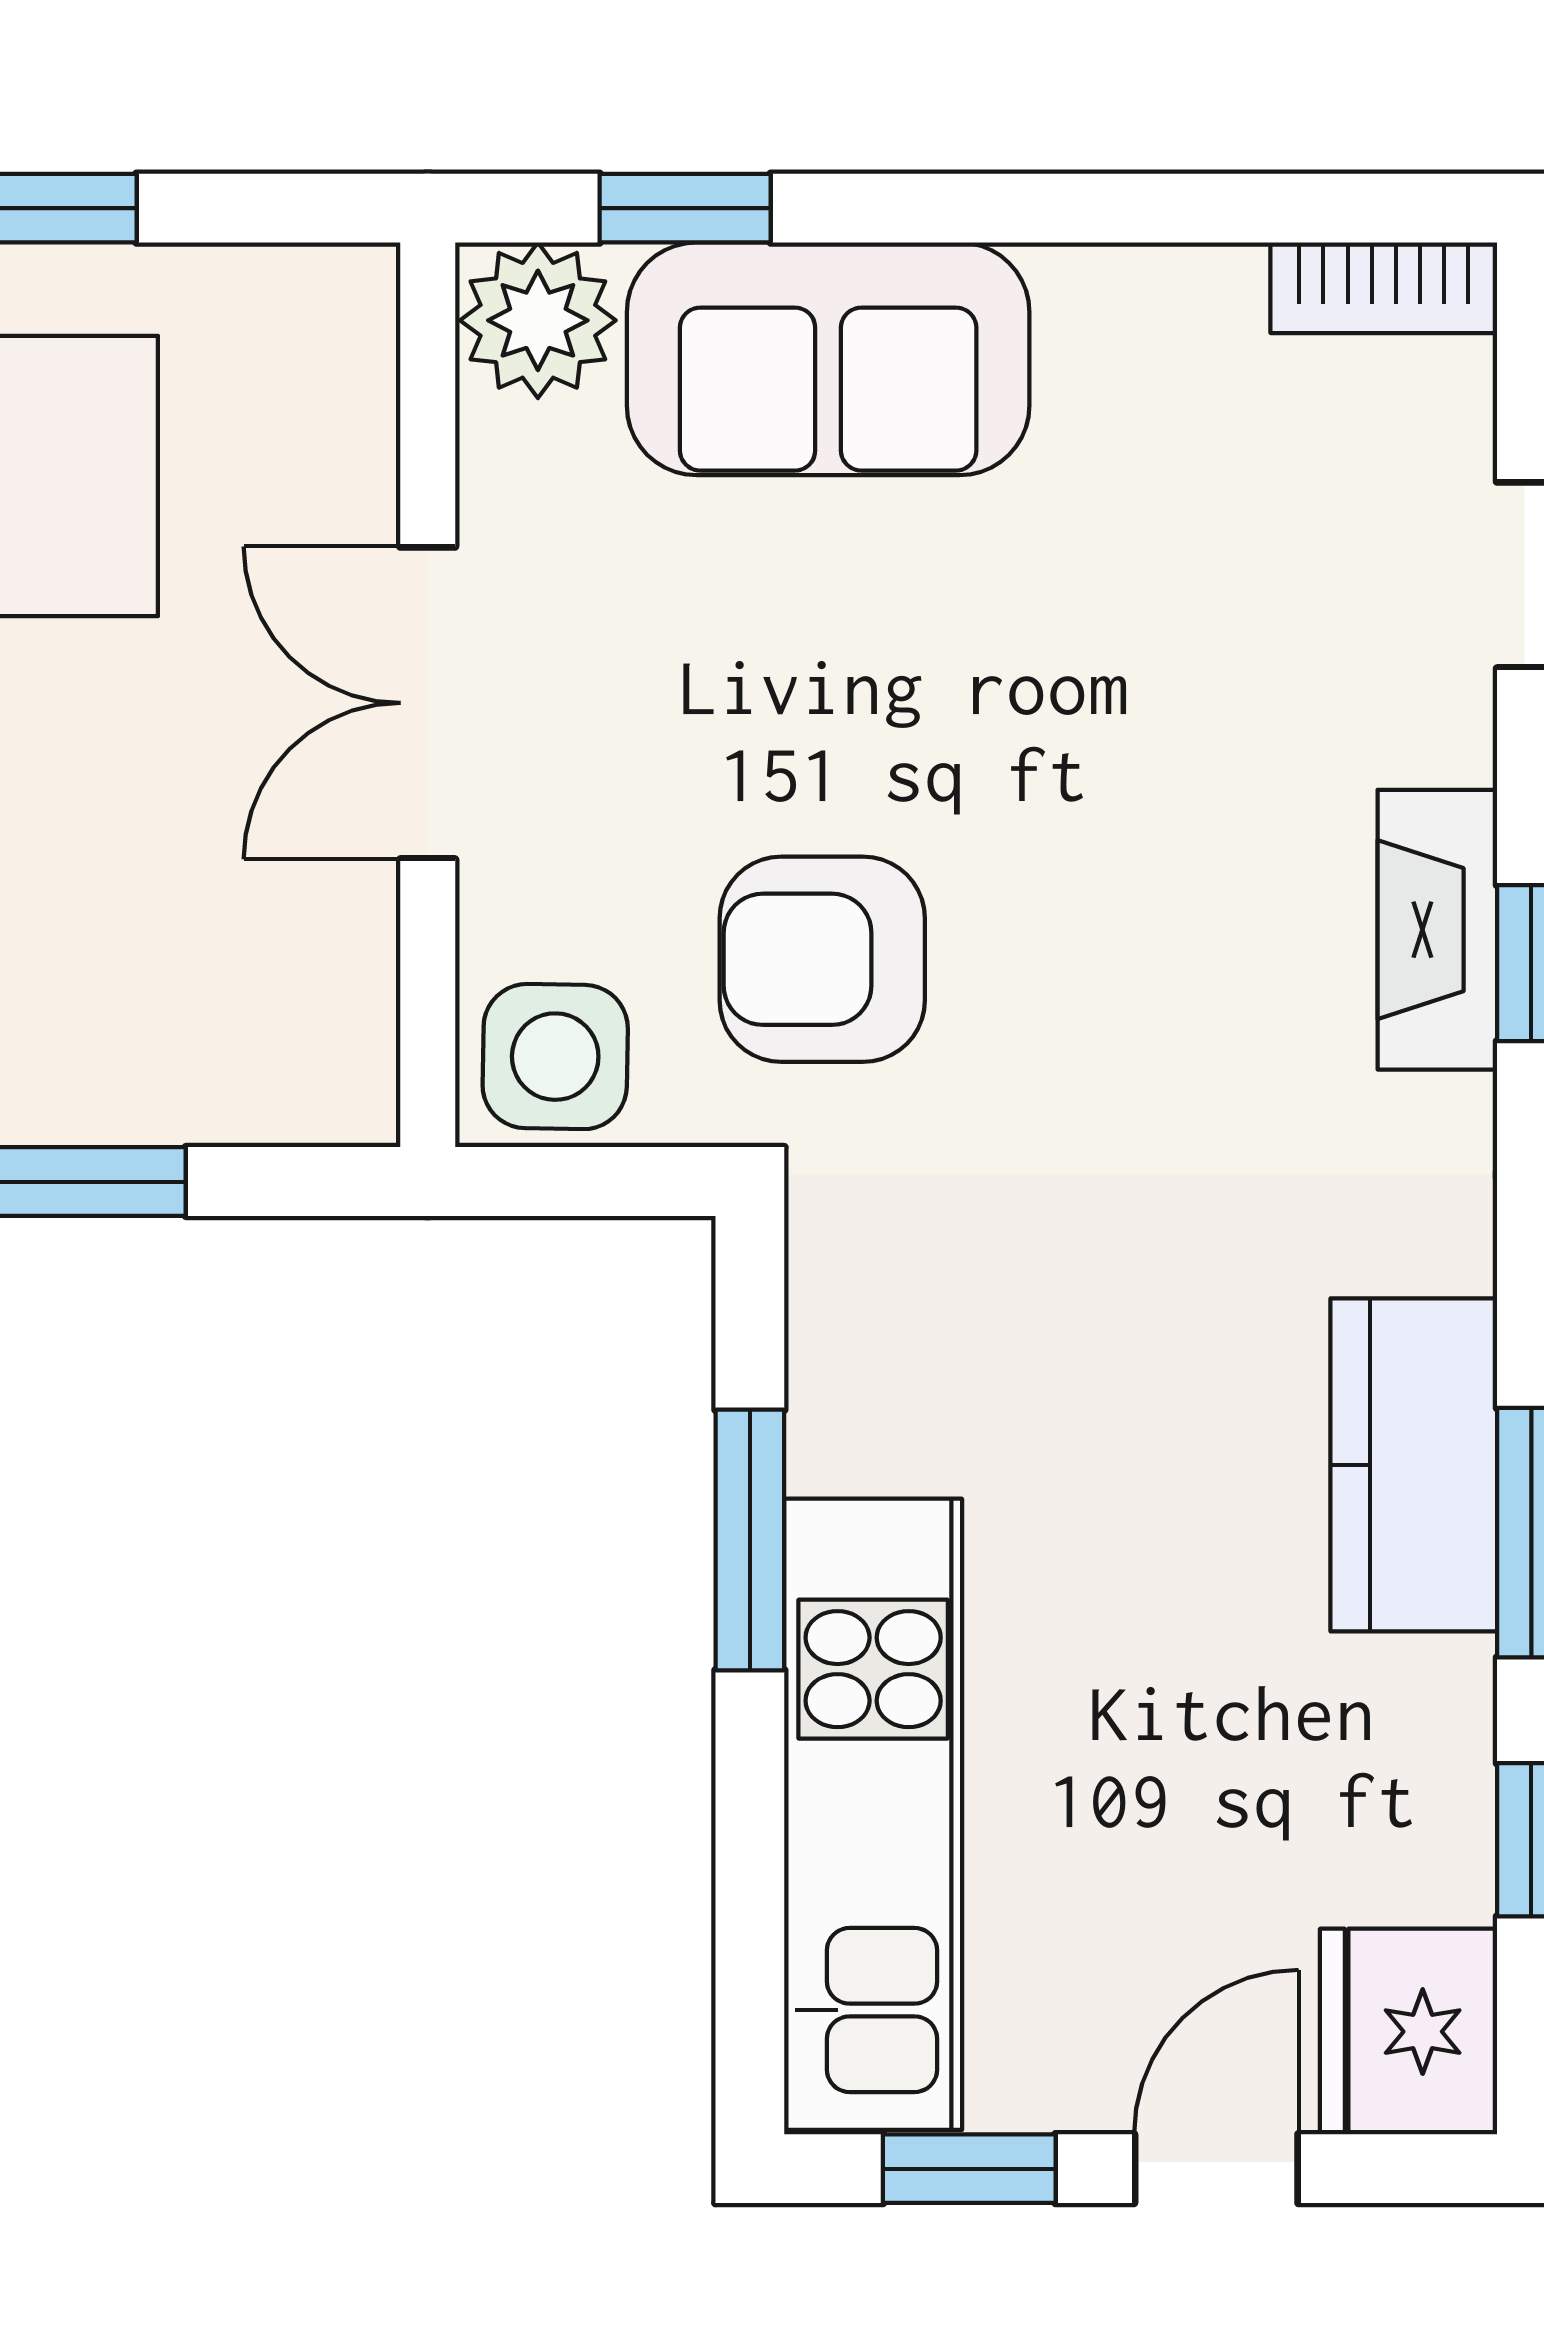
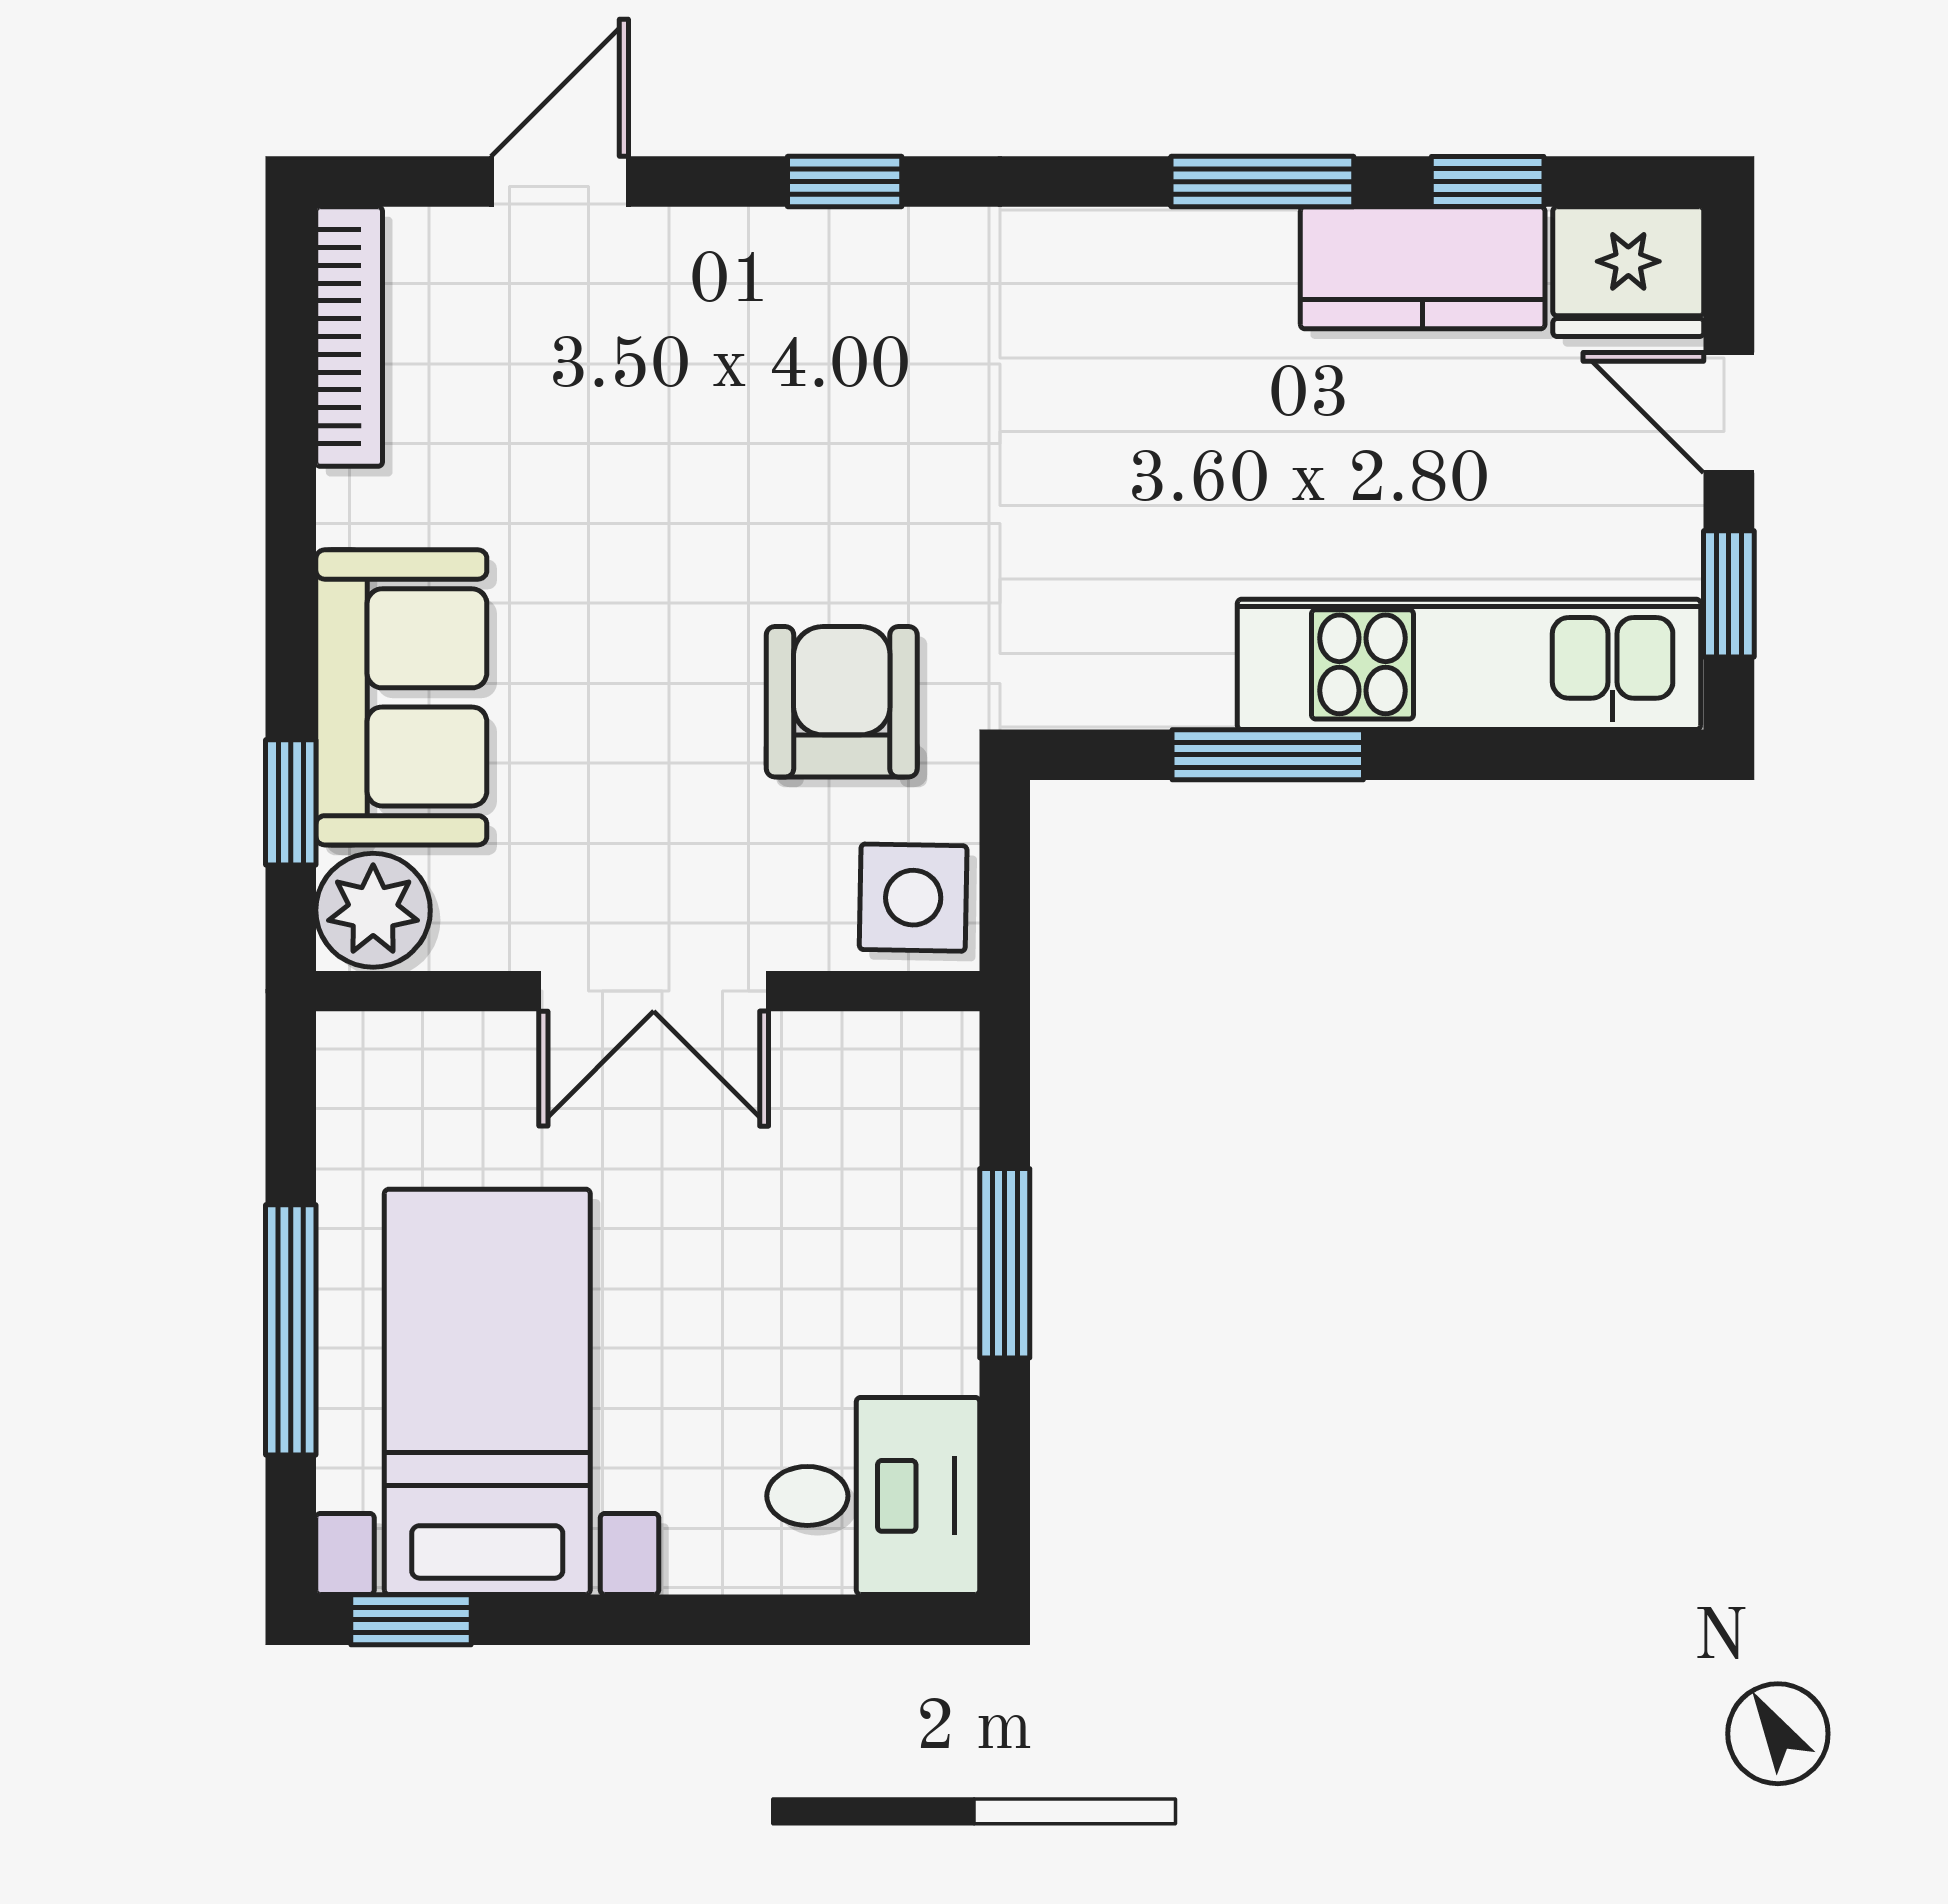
bookcase: (1384, 288) -> (349, 337), width x1.56
fireplace: (1437, 930) -> (820, 251), removed
armchair: (822, 959) -> (842, 702), turned 180
kitchen counter: (1414, 1465) -> (1423, 268), moved

